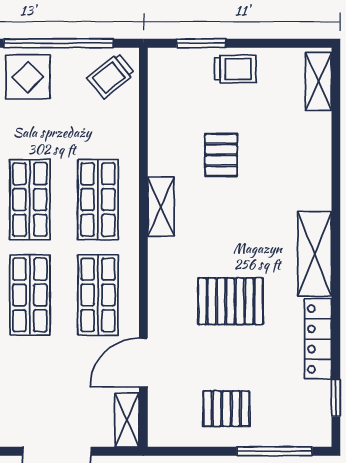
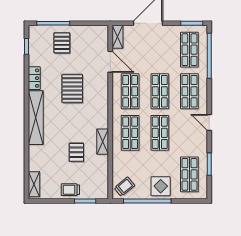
shelving: (161, 207) -> (103, 142), moved
shelving: (315, 254) -> (36, 118), width x1.47
pallet: (231, 301) -> (72, 88), turned 90
locker: (318, 339) -> (34, 78), width x0.66
door: (143, 363) -> (110, 62), hinge flipped
pallet: (226, 409) -> (62, 43), moved, turned 90

